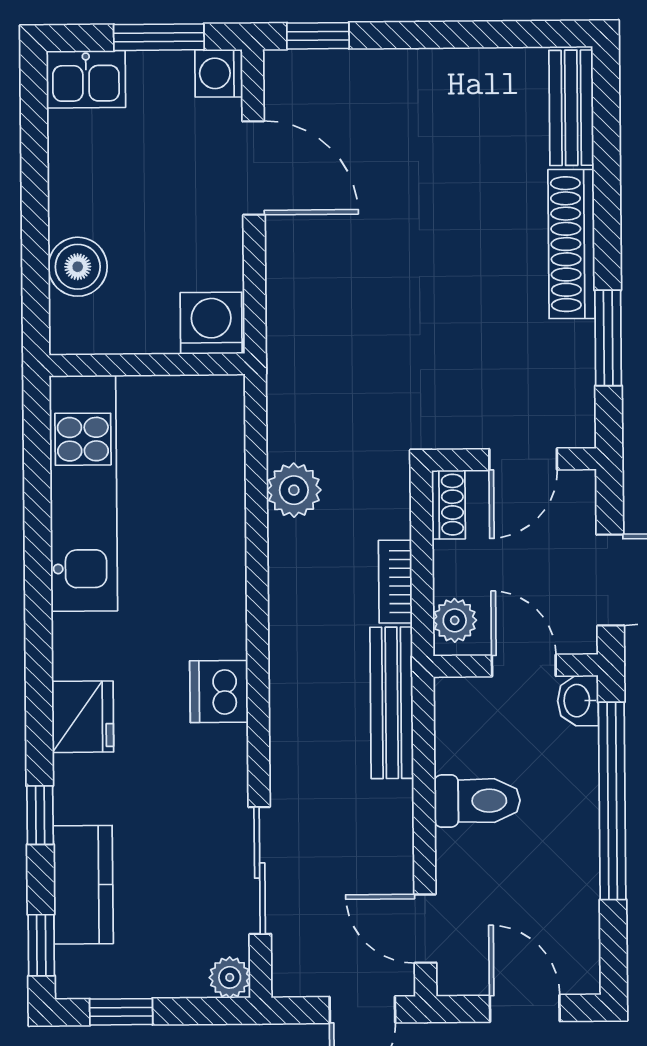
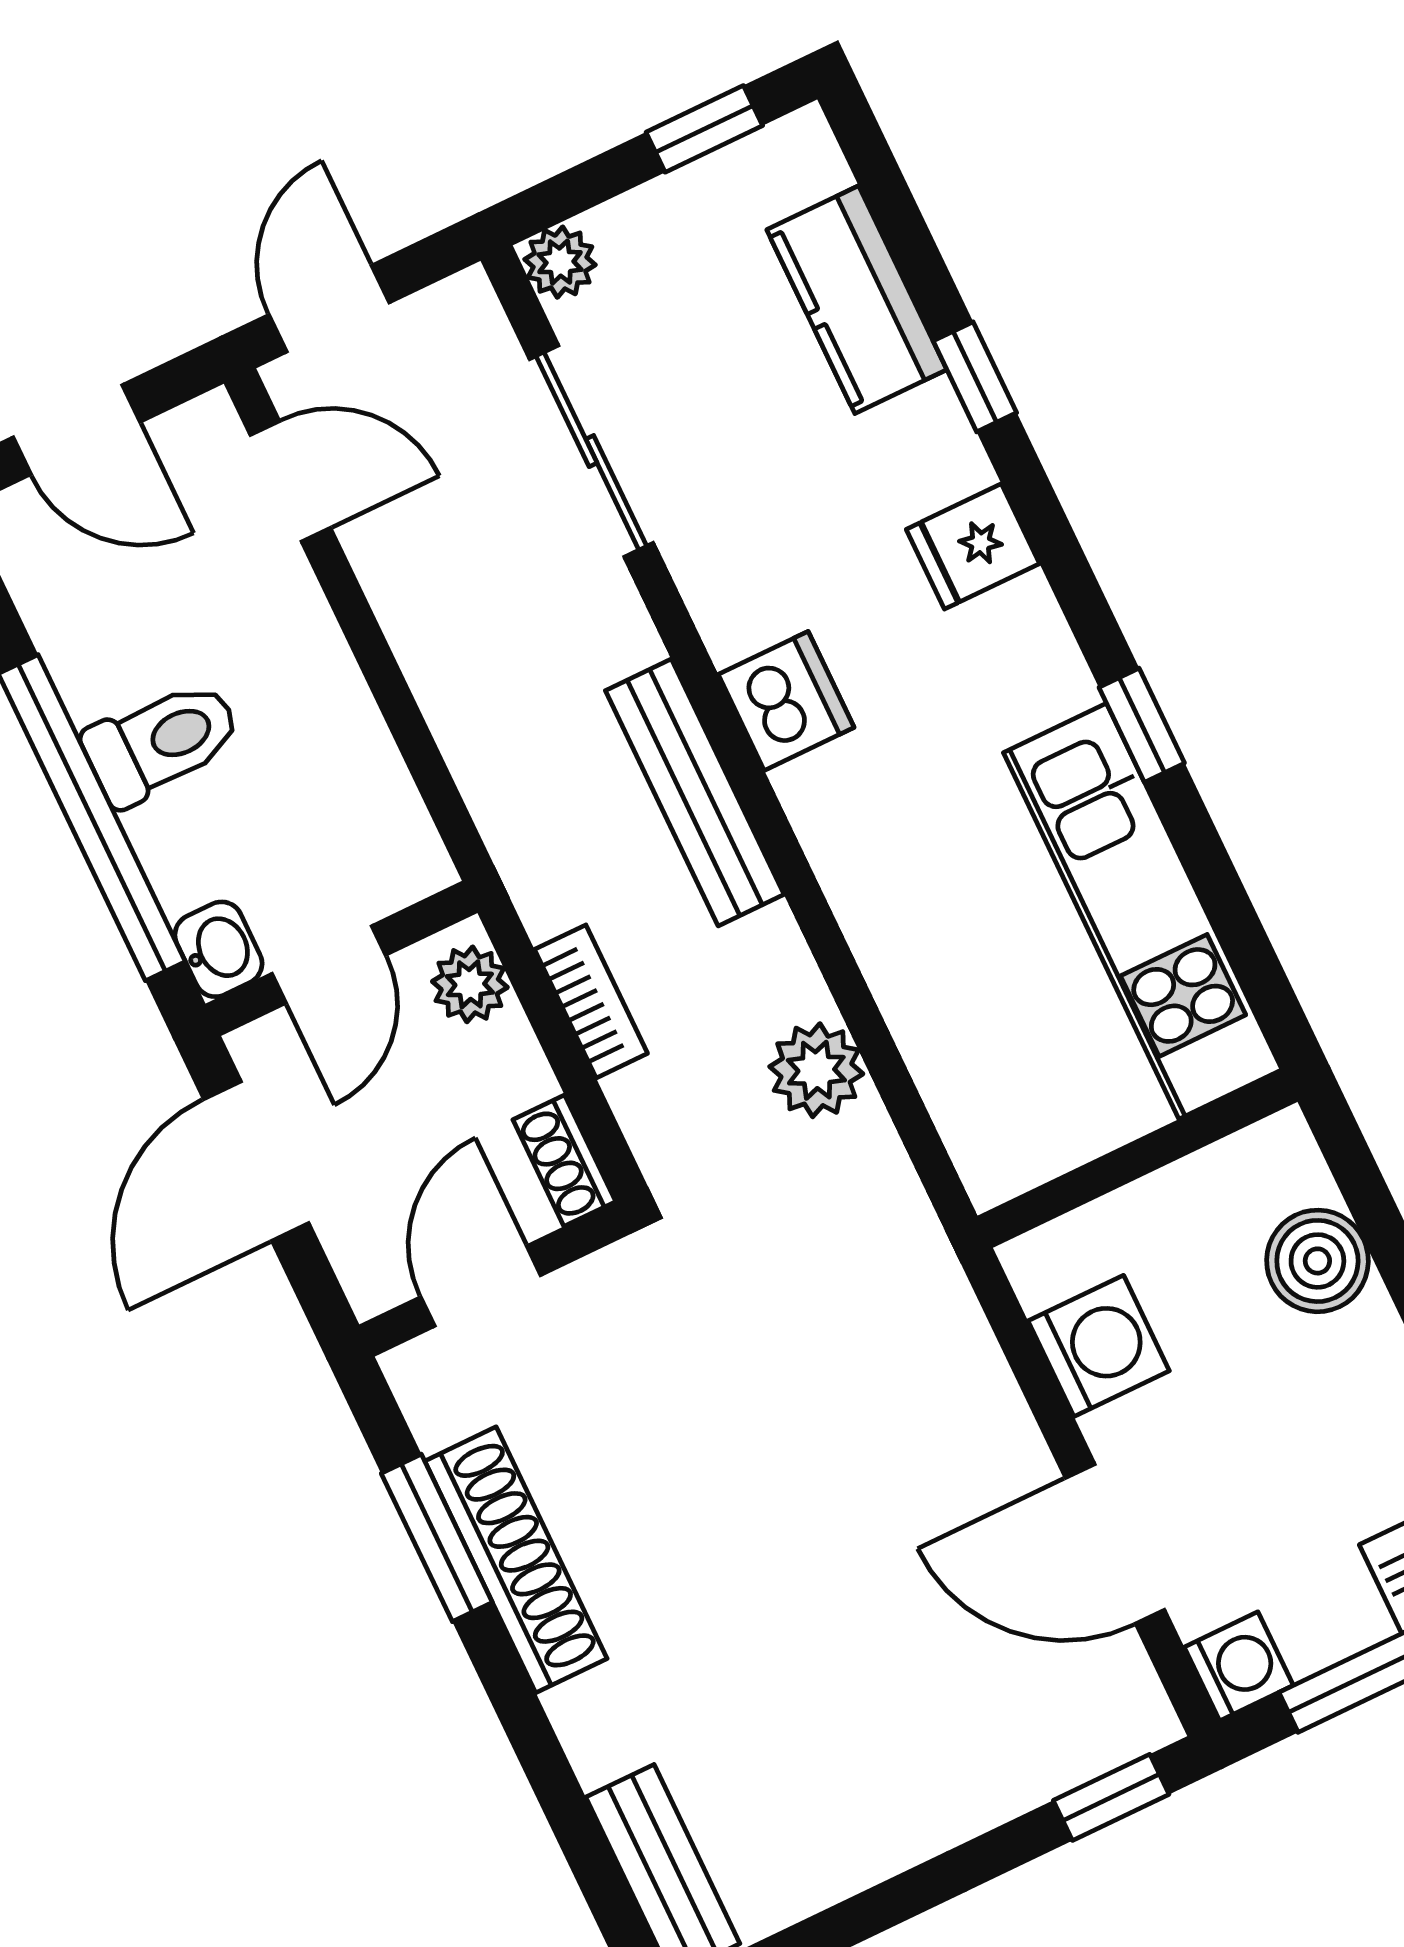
shoe rack: (571, 244) -> (516, 1560), moved
washing machine: (211, 323) -> (1099, 1346), moved, turned -90
door: (524, 666) -> (329, 964), hinge flipped
bench: (392, 703) -> (695, 793), moved
fridge: (83, 717) -> (973, 546), width x0.72
toilet: (477, 801) -> (162, 742), moved, turned 180
window: (41, 945) -> (1142, 725), moved

